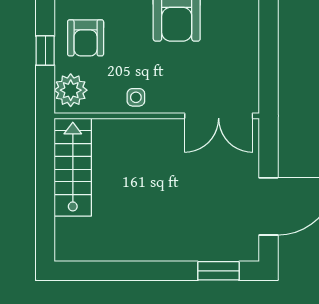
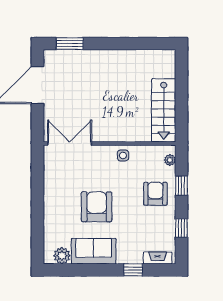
plant: (71, 90) -> (170, 160), width x0.53, depth x0.53

